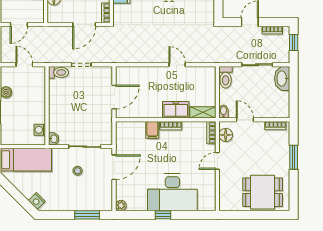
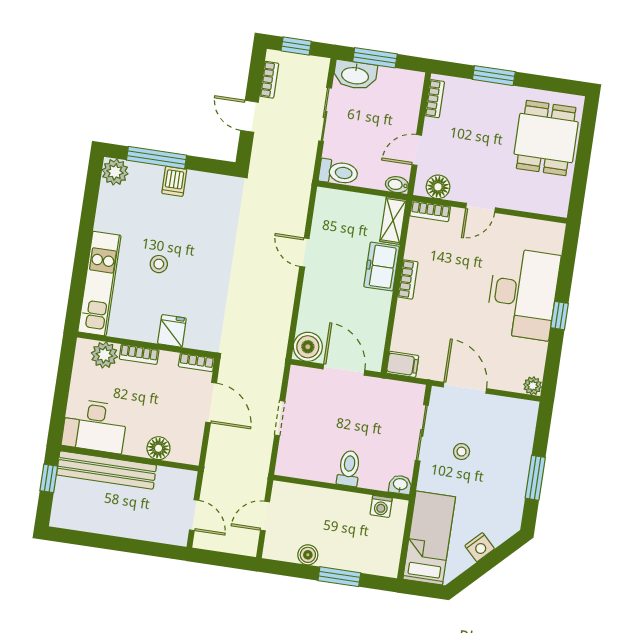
door: (177, 65) -> (304, 252), hinge flipped
toilet: (59, 72) -> (349, 468), moved
boiler: (124, 75) -> (308, 347), added
window: (294, 88) -> (375, 58), added
filing cabinet: (152, 130) -> (403, 364), moved
door: (217, 161) -> (481, 208), hinge flipped
nightstand: (37, 201) -> (480, 547), moved
window: (87, 215) -> (535, 478), moved

